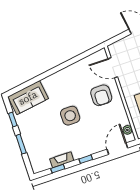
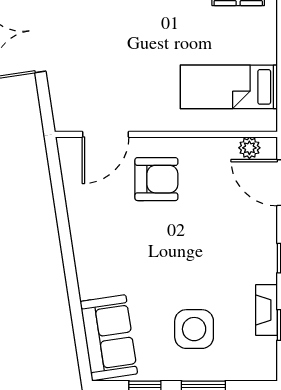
side table: (70, 116) -> (194, 329), moved

